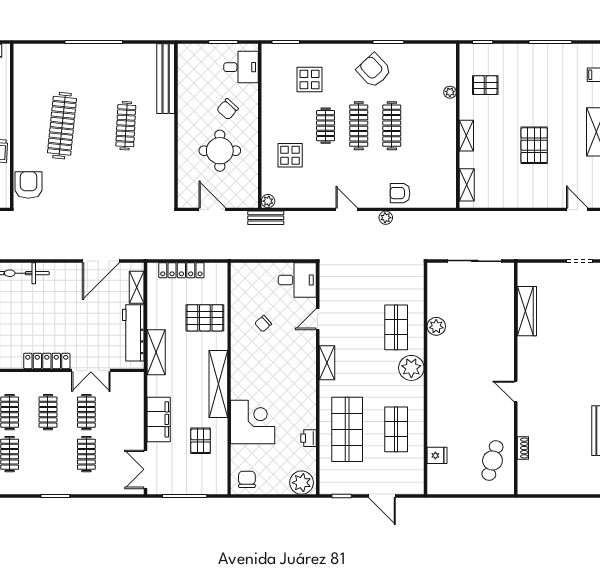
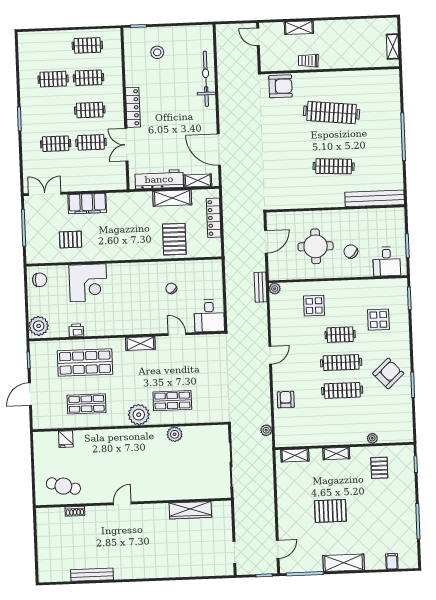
plant: (386, 218) -> (266, 430), moved
shelving: (156, 352) -> (172, 198), moved
shelving: (218, 384) -> (119, 253), removed

